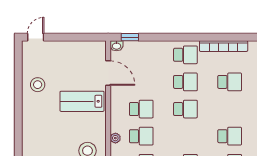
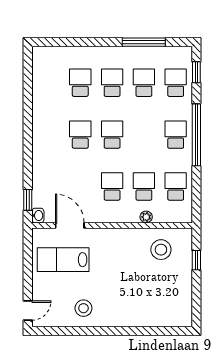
door: (36, 37) -> (28, 311), swing flipped
bookcase: (224, 46) -> (38, 90), removed
school desk: (185, 55) -> (112, 83), moved
door: (108, 73) -> (70, 225), hinge flipped
lab bench: (82, 101) -> (63, 260), moved, turned 90

